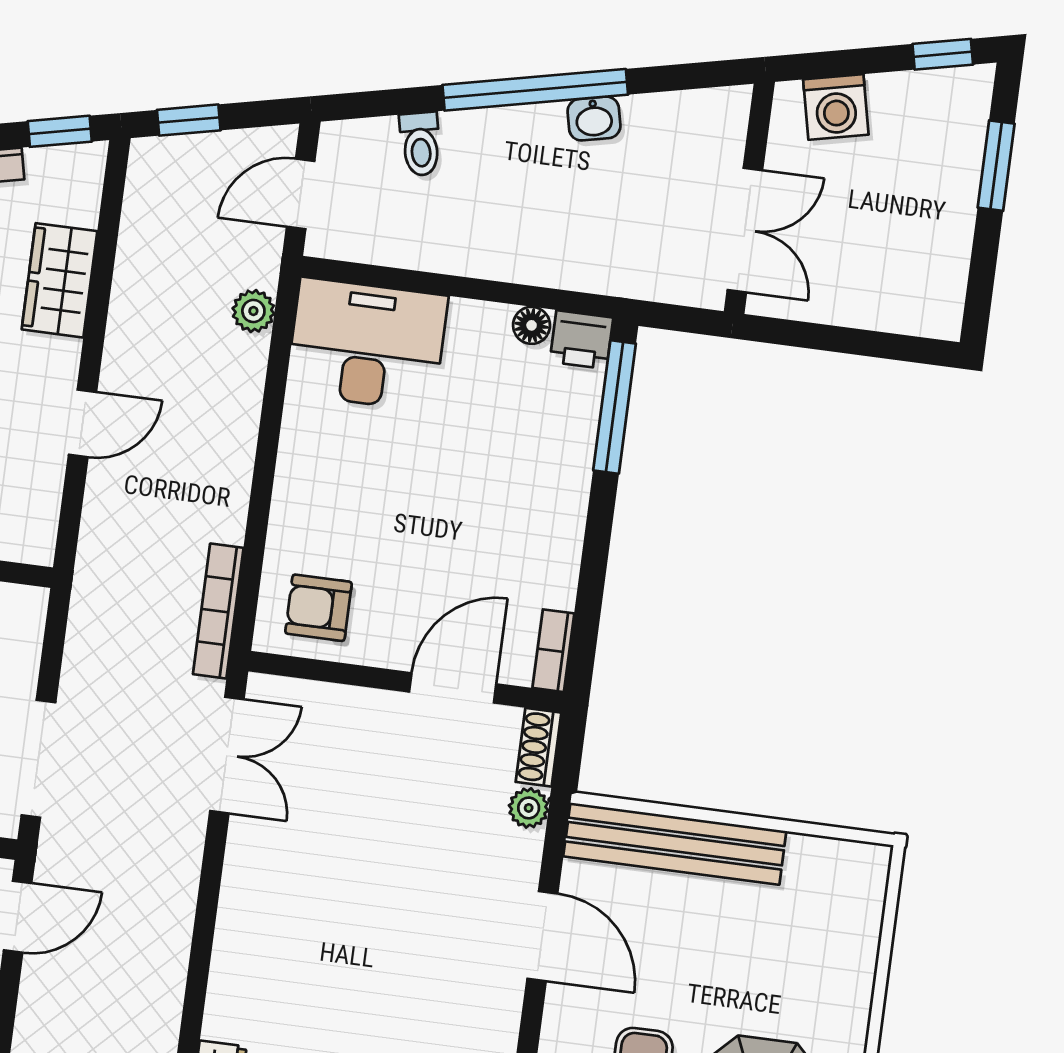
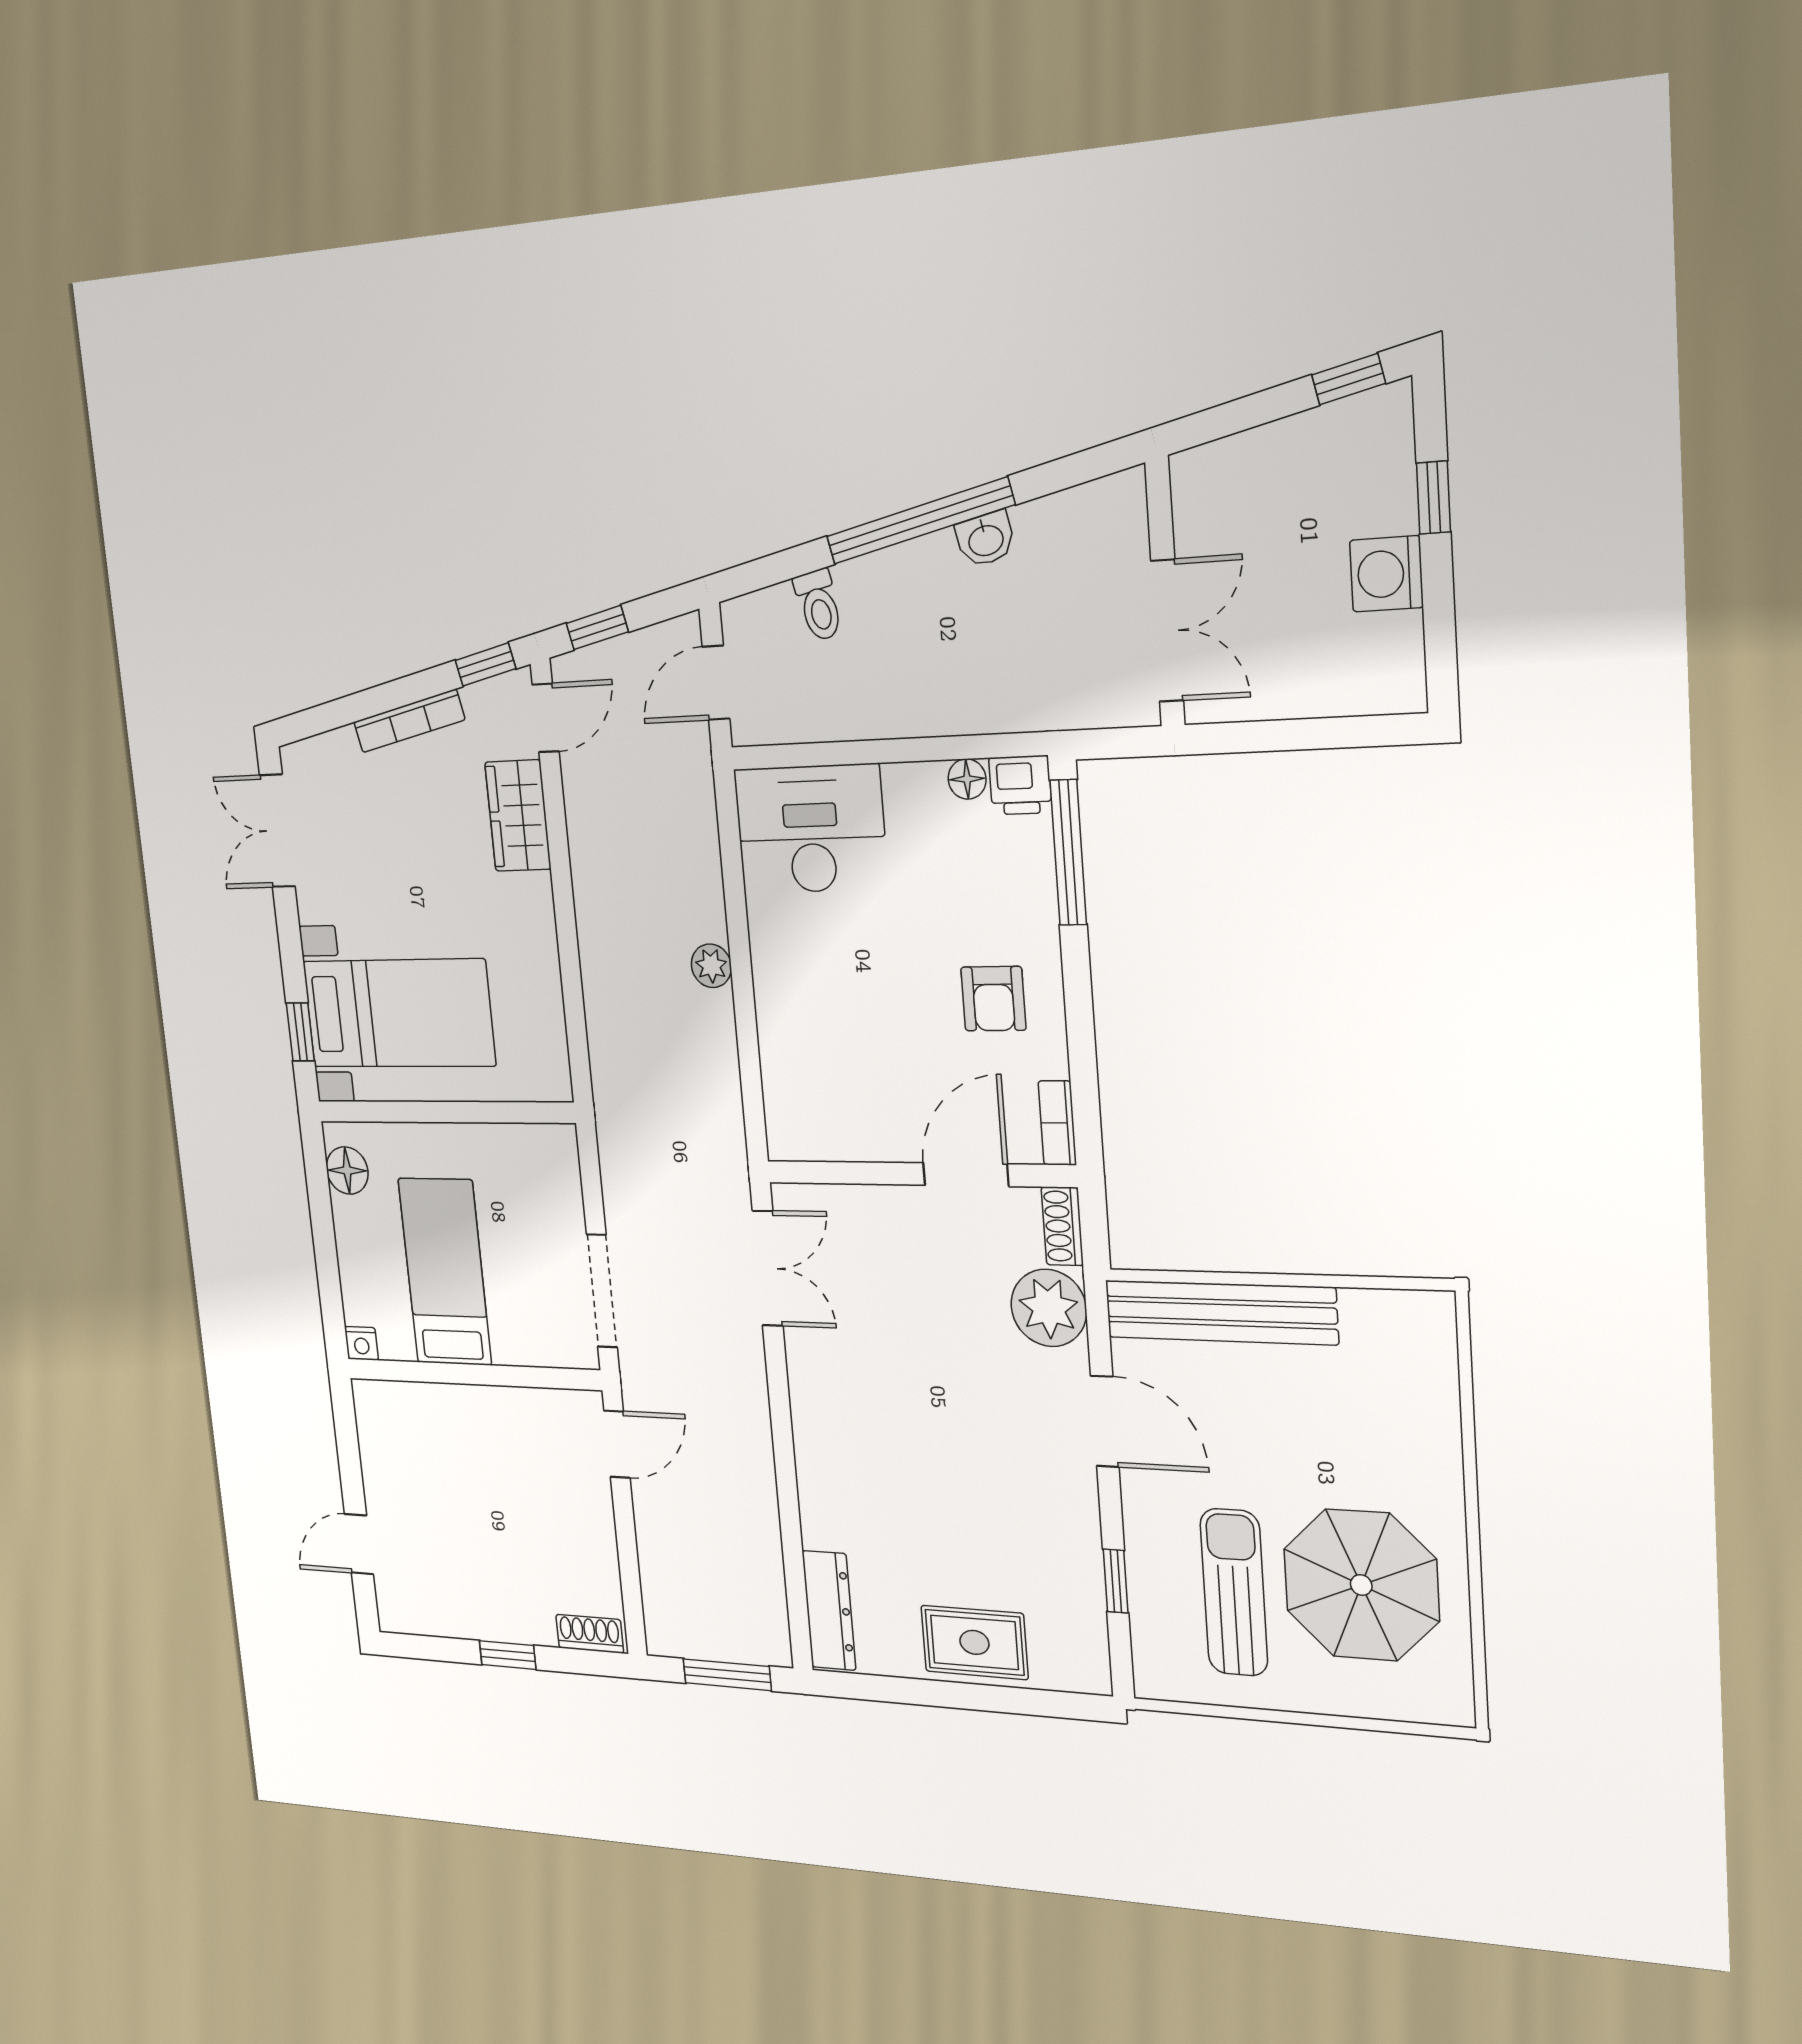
washing machine: (836, 107) -> (1386, 574), moved, turned 102
window: (996, 166) -> (1434, 497), width x0.67
plant: (253, 311) -> (711, 966), moved
door: (83, 423) -> (546, 718), moved
armchair: (319, 608) -> (993, 999), moved, turned -90
bookcase: (218, 611) -> (730, 1125), removed
plant: (529, 808) -> (1049, 1308), width x1.88, depth x1.88

